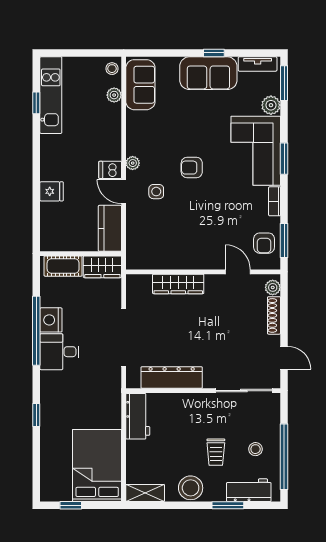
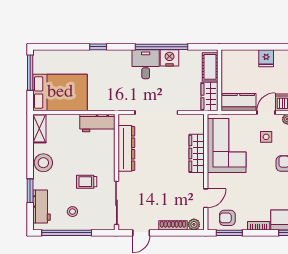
corner sofa: (168, 244) -> (227, 146), added
trolley: (216, 452) -> (87, 182), moved
window: (71, 505) -> (30, 73), width x2.17

